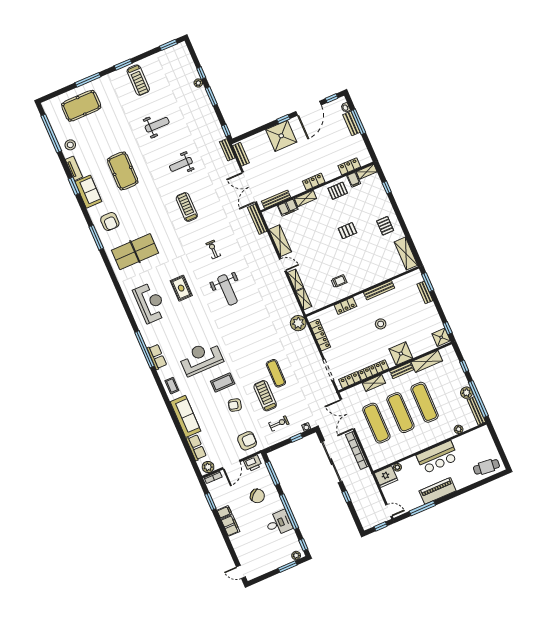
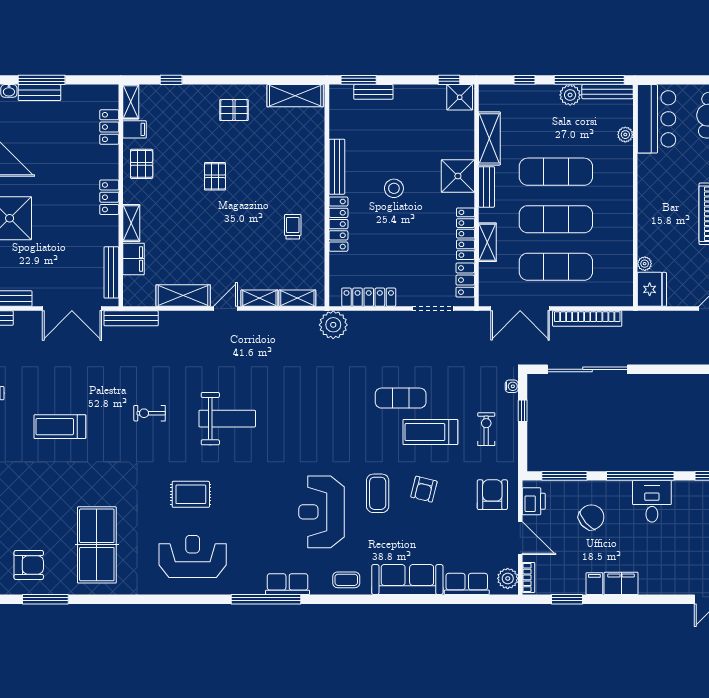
locker: (345, 306) -> (338, 224), width x1.53
bar counter: (437, 457) -> (657, 119), moved
window: (346, 496) -> (656, 369), removed

